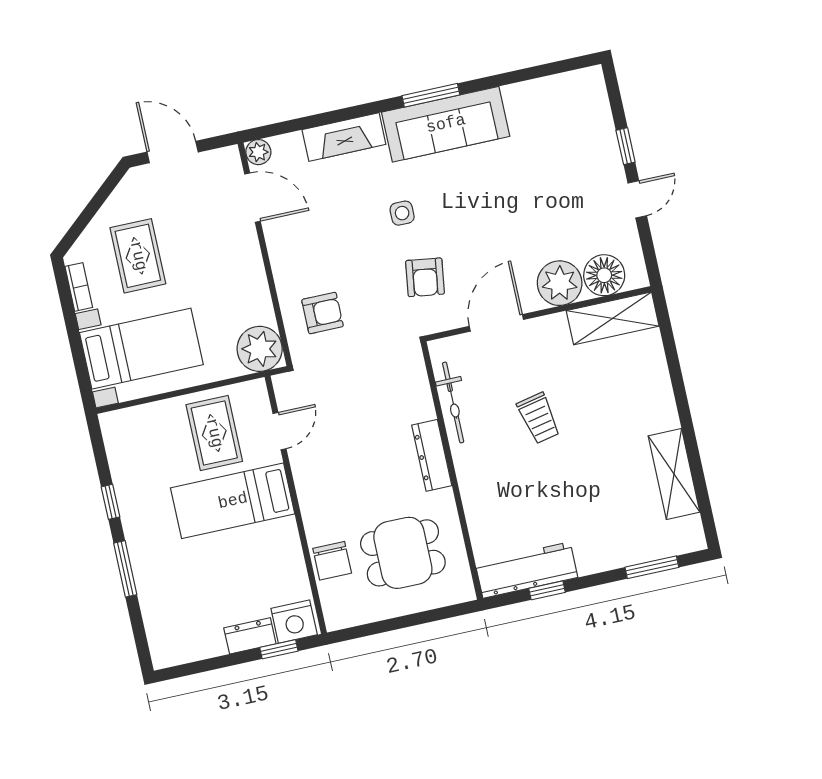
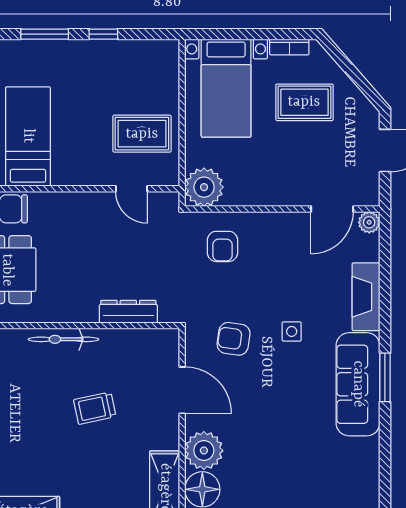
bicycle: (453, 402) -> (63, 339), moved
dresser: (432, 455) -> (128, 312), moved
bed: (233, 501) -> (28, 136), moved

